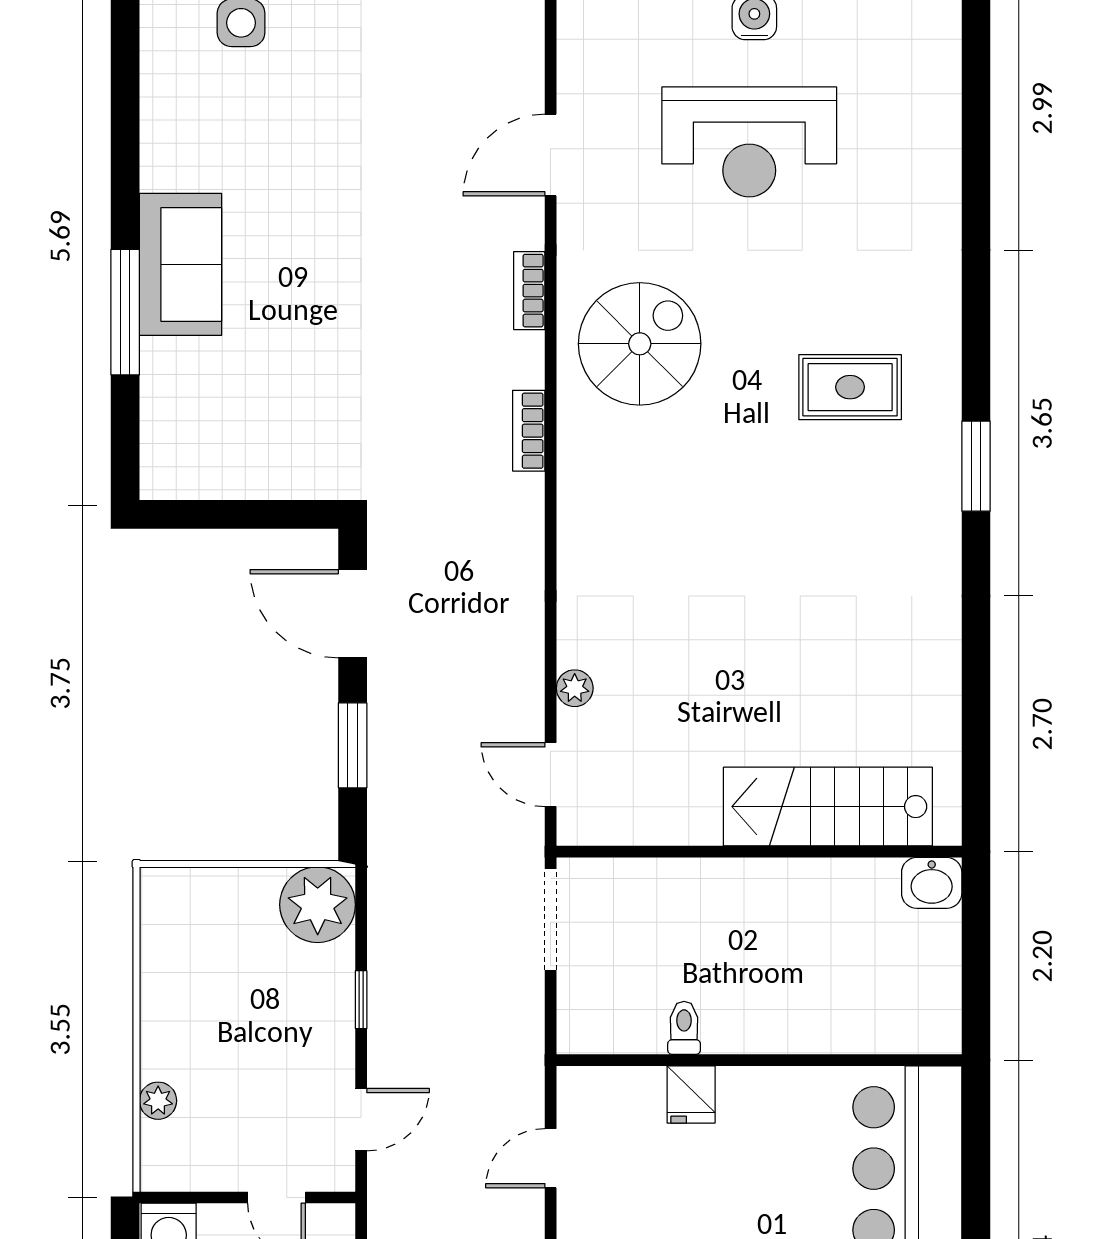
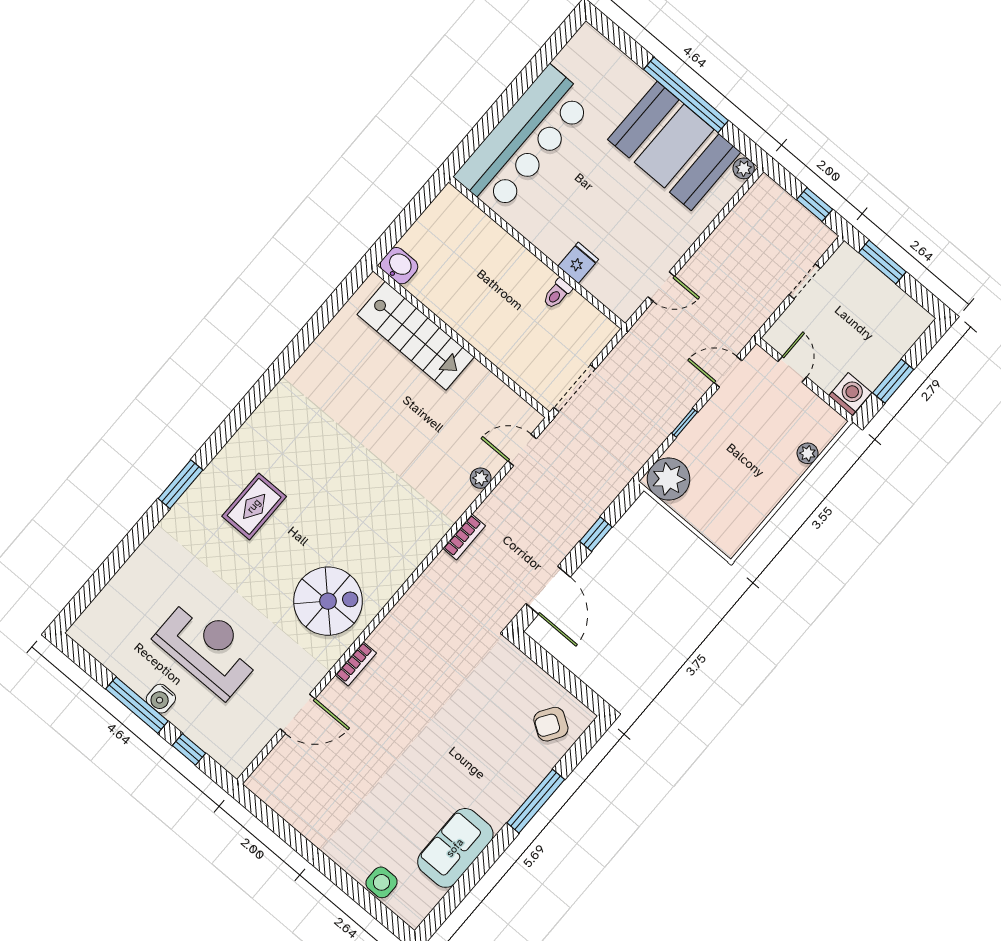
sofa: (180, 264) -> (455, 848), moved
spiral stairs: (640, 344) -> (328, 601), turned 180
rug: (850, 387) -> (254, 506), turned 90
bookcase: (529, 431) -> (464, 537), moved
armchair: (194, 435) -> (551, 724), added
window: (976, 466) -> (180, 484), moved
window: (353, 745) -> (596, 534), width x0.67
door: (551, 775) -> (522, 450), swing flipped

